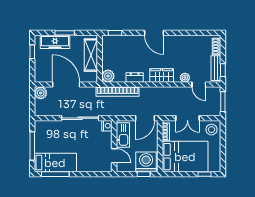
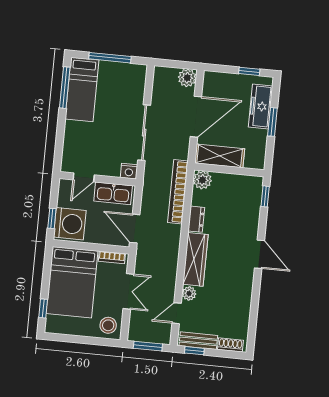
door: (154, 33) -> (259, 254), swing flipped
shelving: (91, 55) -> (220, 156), moved
wardrobe: (162, 75) -> (195, 259), width x1.50
double door: (187, 118) -> (129, 291), swing flipped

